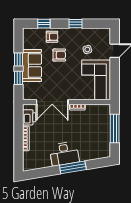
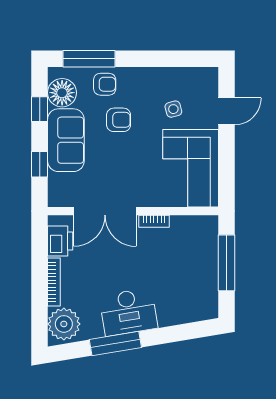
window: (44, 24) -> (89, 59), width x2.17
window: (76, 24) -> (150, 59), removed
floor lamp: (30, 41) -> (62, 93), added
window: (19, 60) -> (40, 109), moved
plant: (31, 160) -> (64, 324), added
window: (73, 167) -> (115, 343), moved

